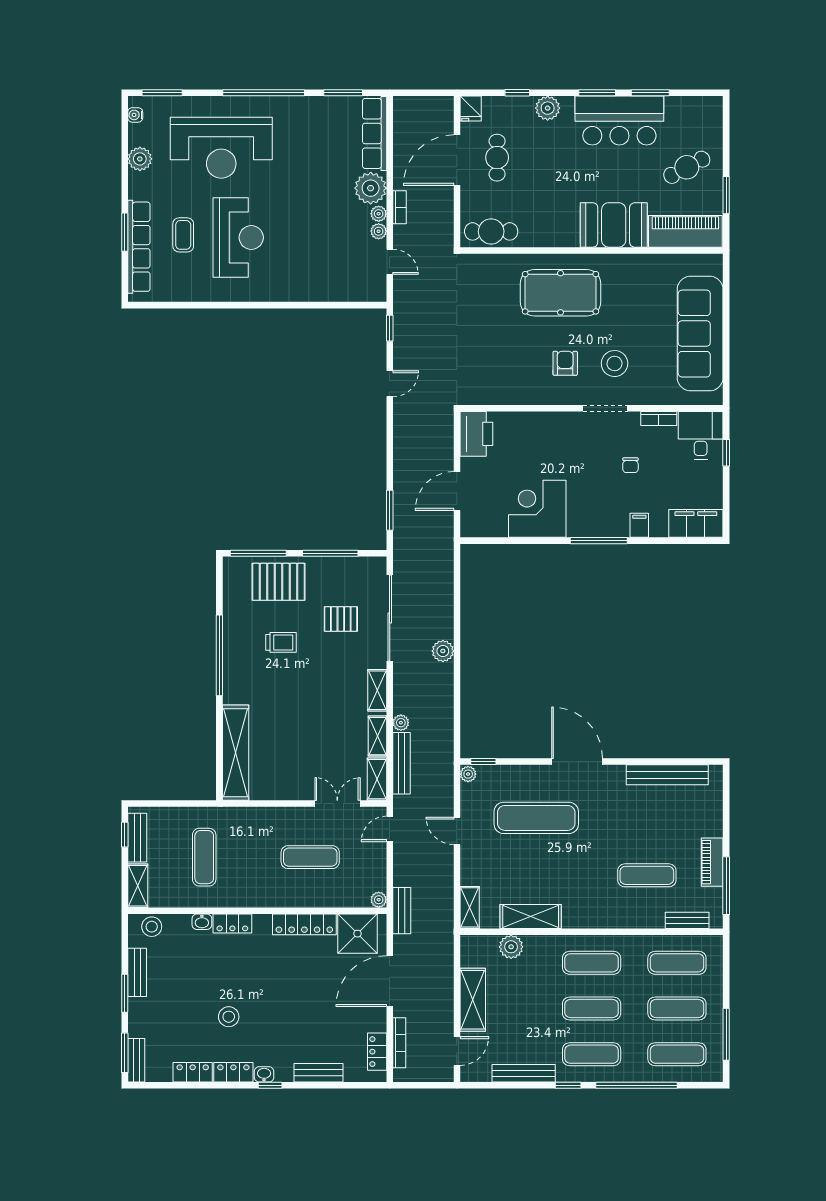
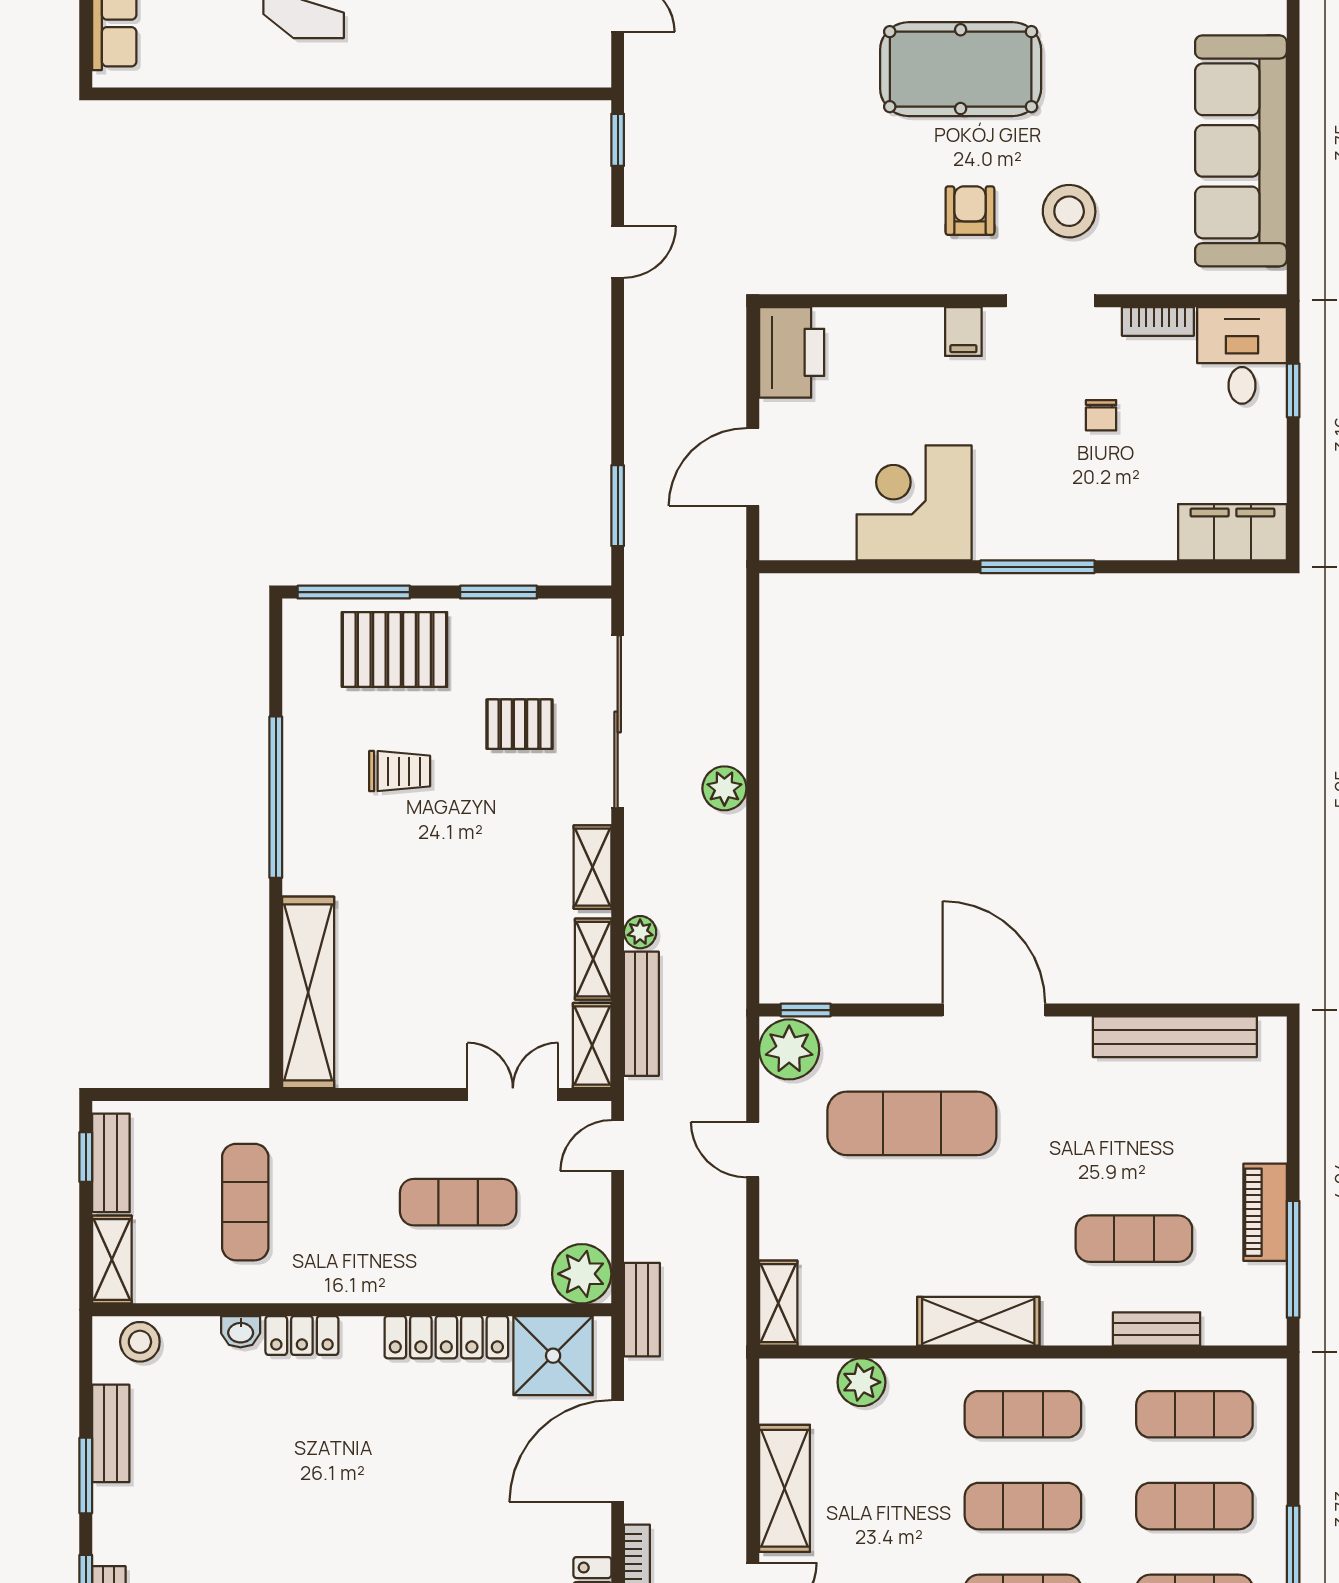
filing cabinet: (639, 525) -> (963, 332), moved, turned 180
window: (330, 553) -> (498, 592), width x0.69
plant: (468, 774) -> (789, 1049), width x1.88, depth x1.88
plant: (379, 900) -> (582, 1274), width x1.87, depth x1.87
shelving: (531, 916) -> (978, 1321), moved
bench: (687, 920) -> (1157, 1329), moved
stool: (229, 1017) -> (294, 1522), removed

